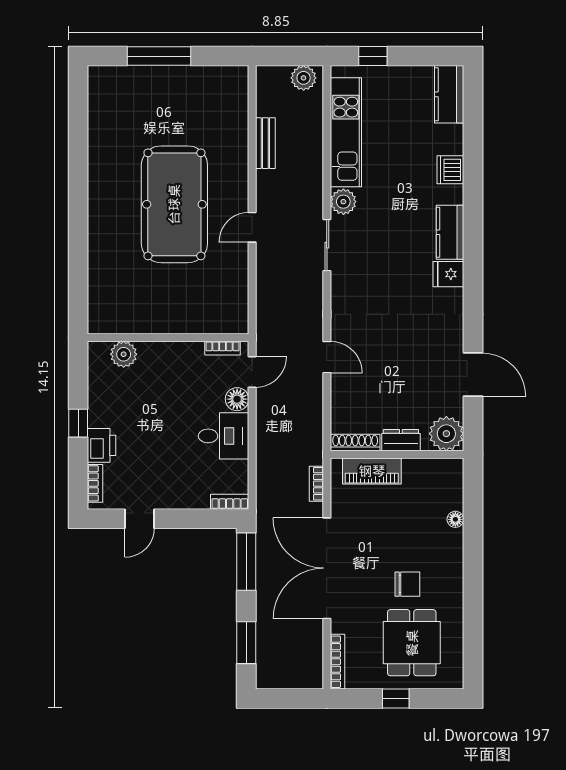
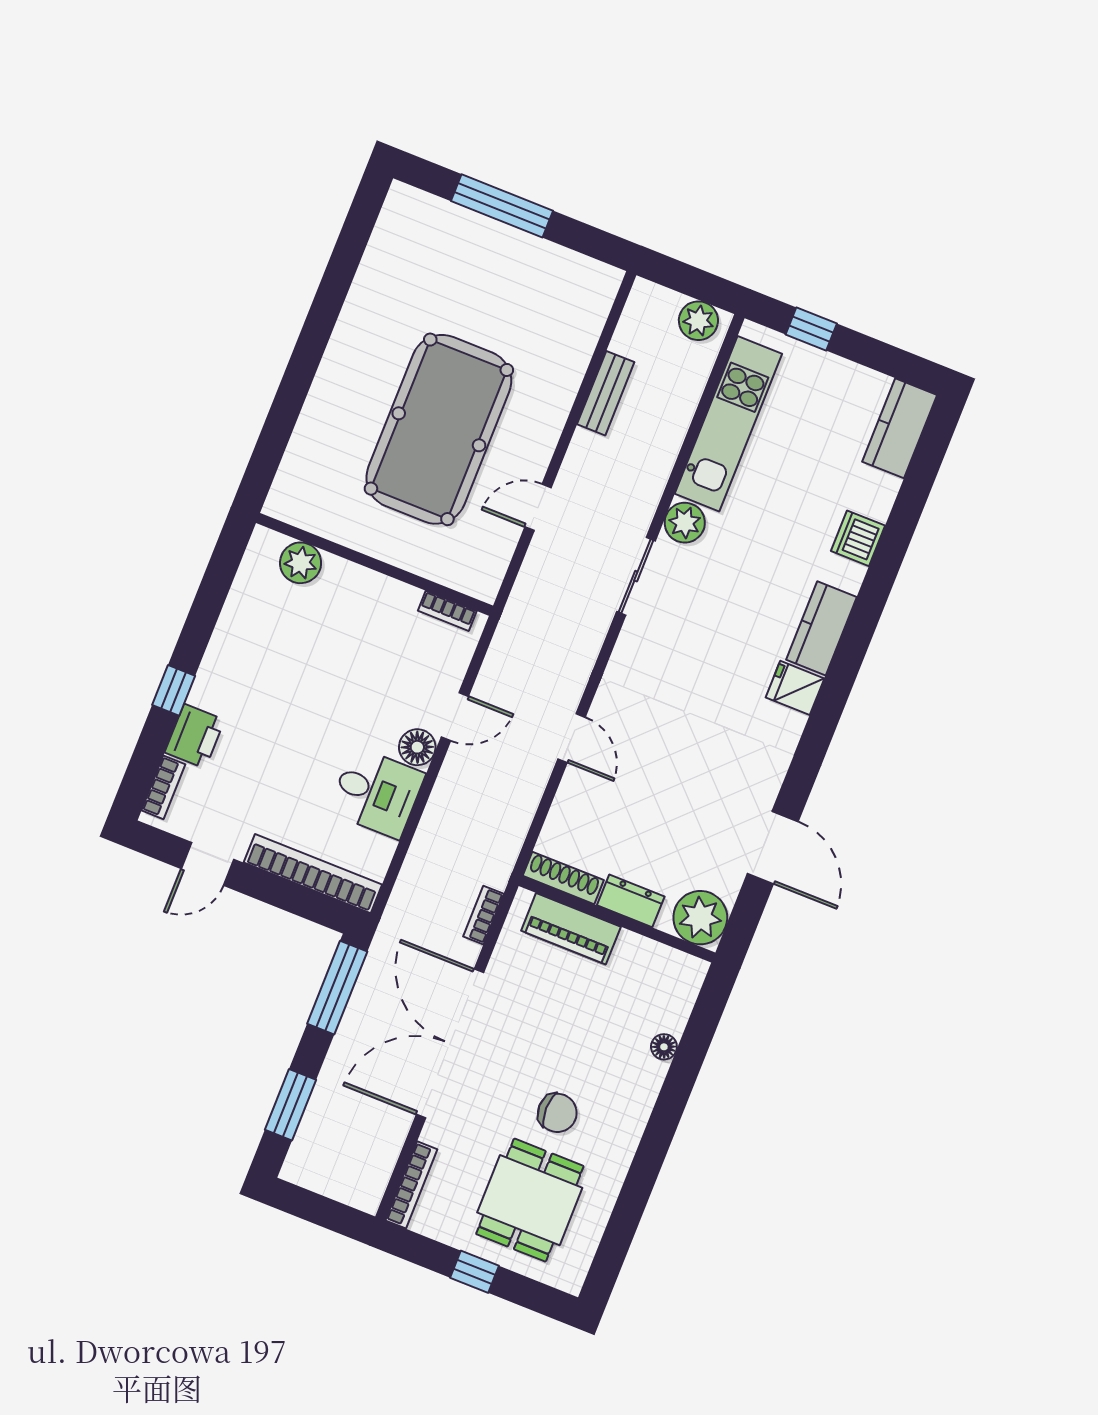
wall: (168, 338) -> (374, 564), moved
bookcase: (223, 348) -> (447, 611), moved
plant: (124, 354) -> (301, 563), moved
bookcase: (230, 502) -> (313, 874), width x2.31, depth x1.31

